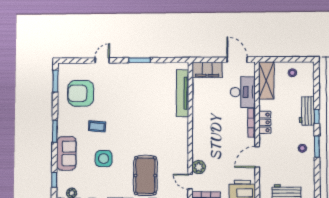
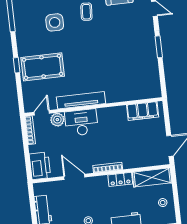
filing cabinet: (207, 70) -> (143, 111), moved, turned -90
desk: (243, 92) -> (81, 122), moved, turned 180
tv unit: (182, 93) -> (81, 100), moved
locker: (265, 122) -> (120, 179), moved

